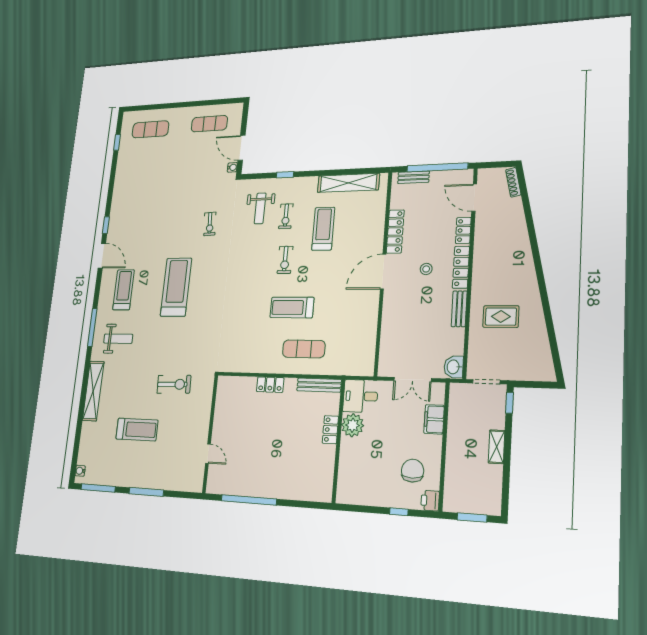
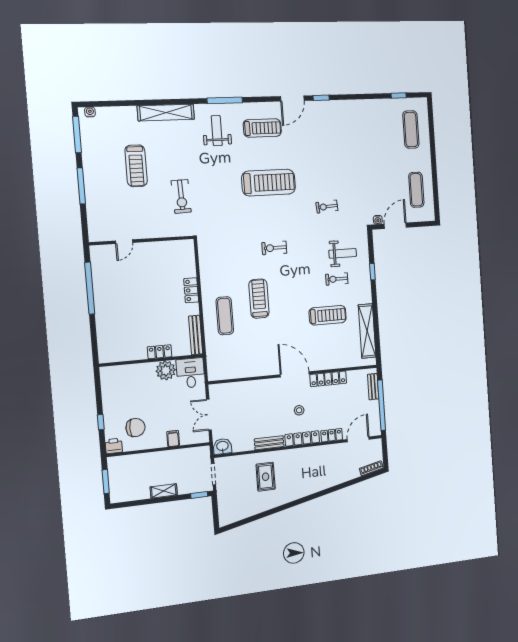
weight bench: (260, 208) -> (343, 253), turned 180
exercise bike: (285, 260) -> (274, 248), moved
weight bench: (118, 339) -> (217, 131), turned 180
filing cabinet: (434, 419) -> (173, 439), width x0.50

